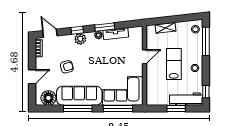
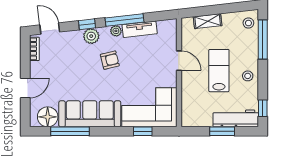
window: (105, 27) -> (125, 20), width x1.44
door: (145, 57) -> (179, 61), hinge flipped
armchair: (67, 67) -> (110, 60), moved
window: (78, 109) -> (70, 131), moved
window: (118, 109) -> (143, 131), width x0.46

